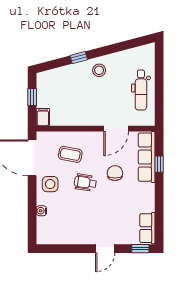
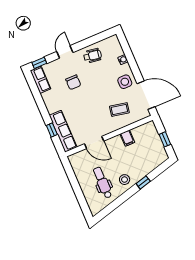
dental chair: (141, 90) -> (103, 183), moved
filing cabinet: (43, 117) -> (127, 138), moved
door: (116, 129) -> (94, 142), swing flipped
chair: (115, 173) -> (73, 82), moved
wheelchair: (85, 183) -> (92, 56), moved

